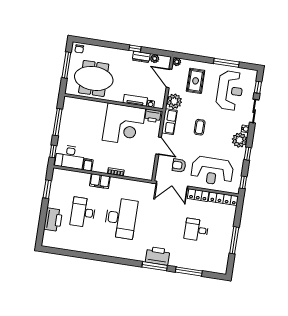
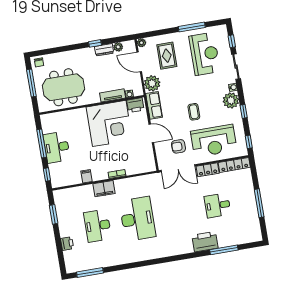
coffee table: (200, 127) -> (194, 112), moved
desk: (70, 157) -> (57, 147), moved, turned 90
printer: (53, 220) -> (67, 243), width x0.53, depth x0.68
printer: (158, 256) -> (205, 242), moved
window: (155, 266) -> (90, 273), moved

